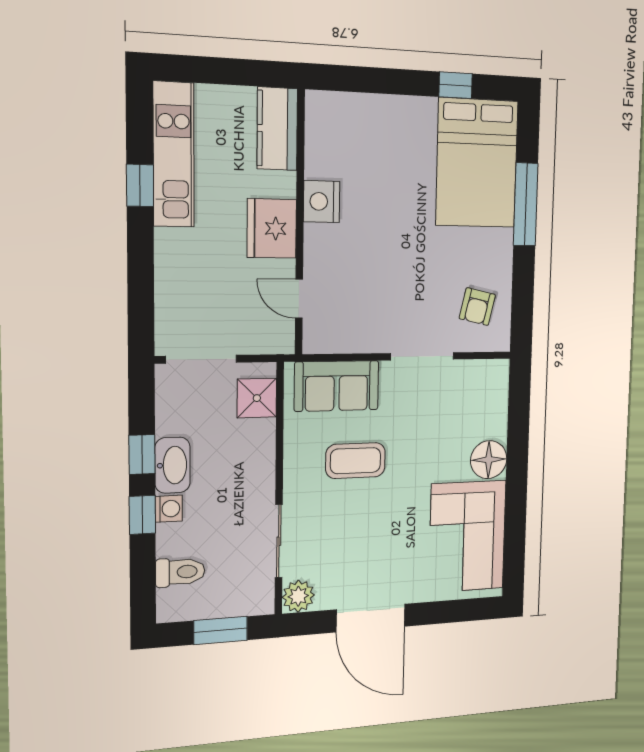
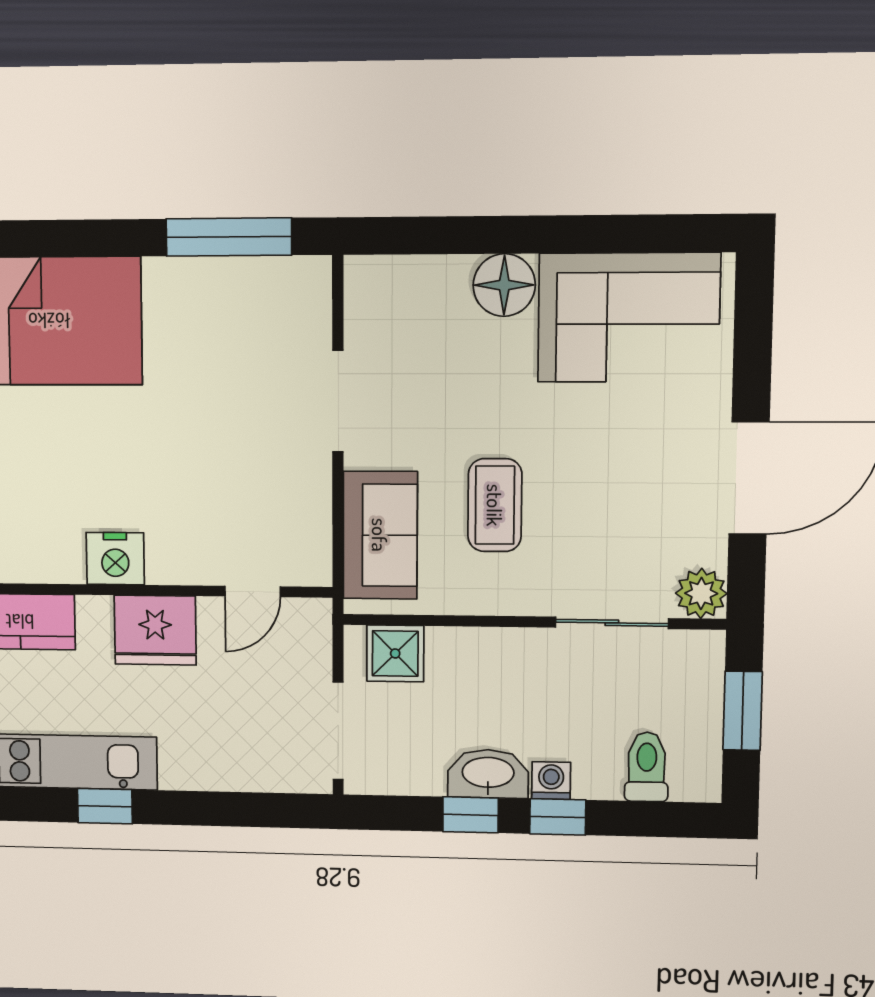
window: (526, 204) -> (229, 237), moved
armchair: (477, 307) -> (262, 313), removed

